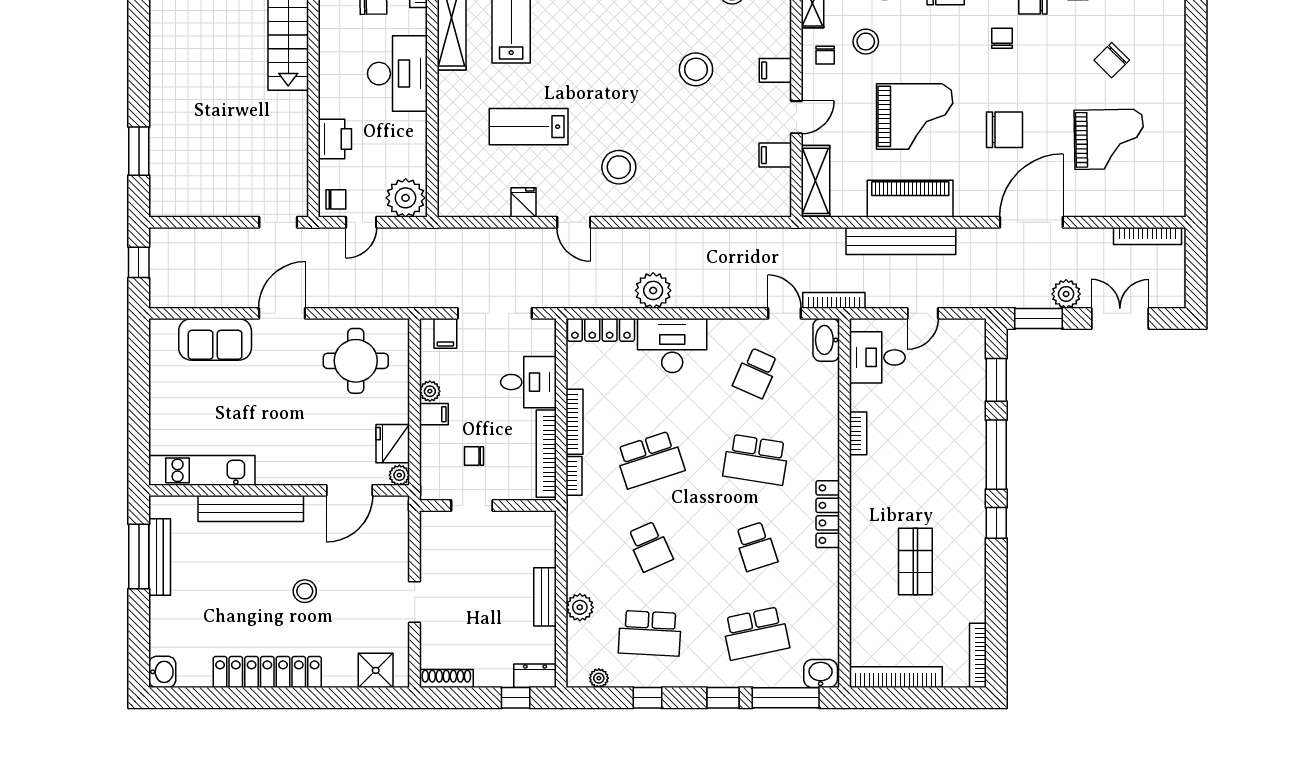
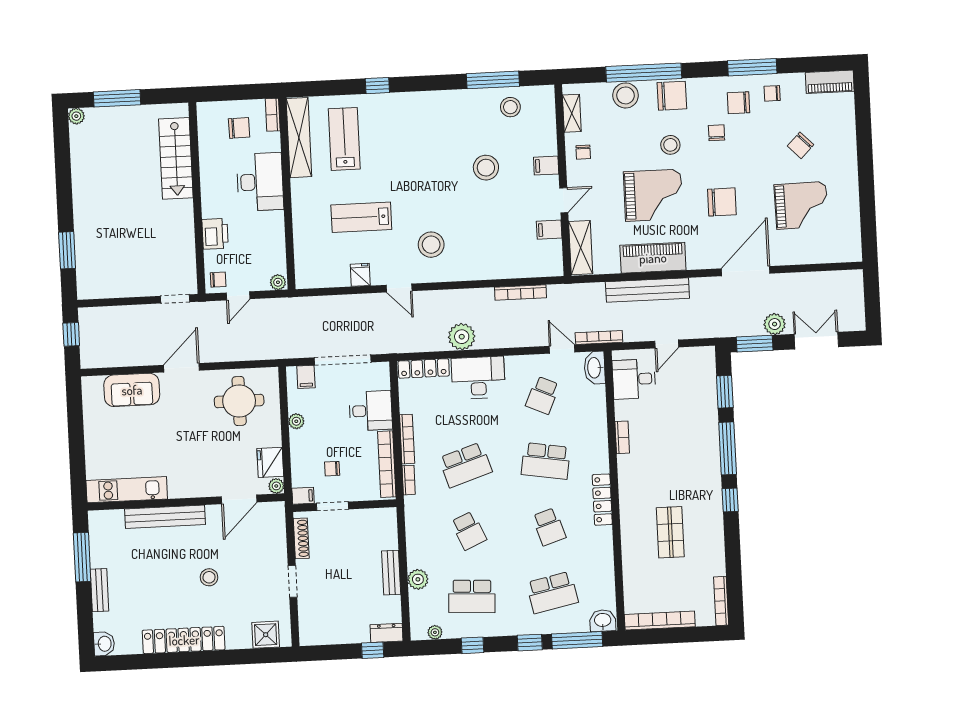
stool: (866, 42) -> (670, 145), moved
plant: (406, 198) -> (278, 282), width x0.53, depth x0.53
bookcase: (1148, 236) -> (520, 292), moved
filing cabinet: (434, 414) -> (303, 496), moved
bench: (160, 557) -> (99, 590), moved, width x0.73
shoe rack: (446, 679) -> (301, 538), moved, turned 90

